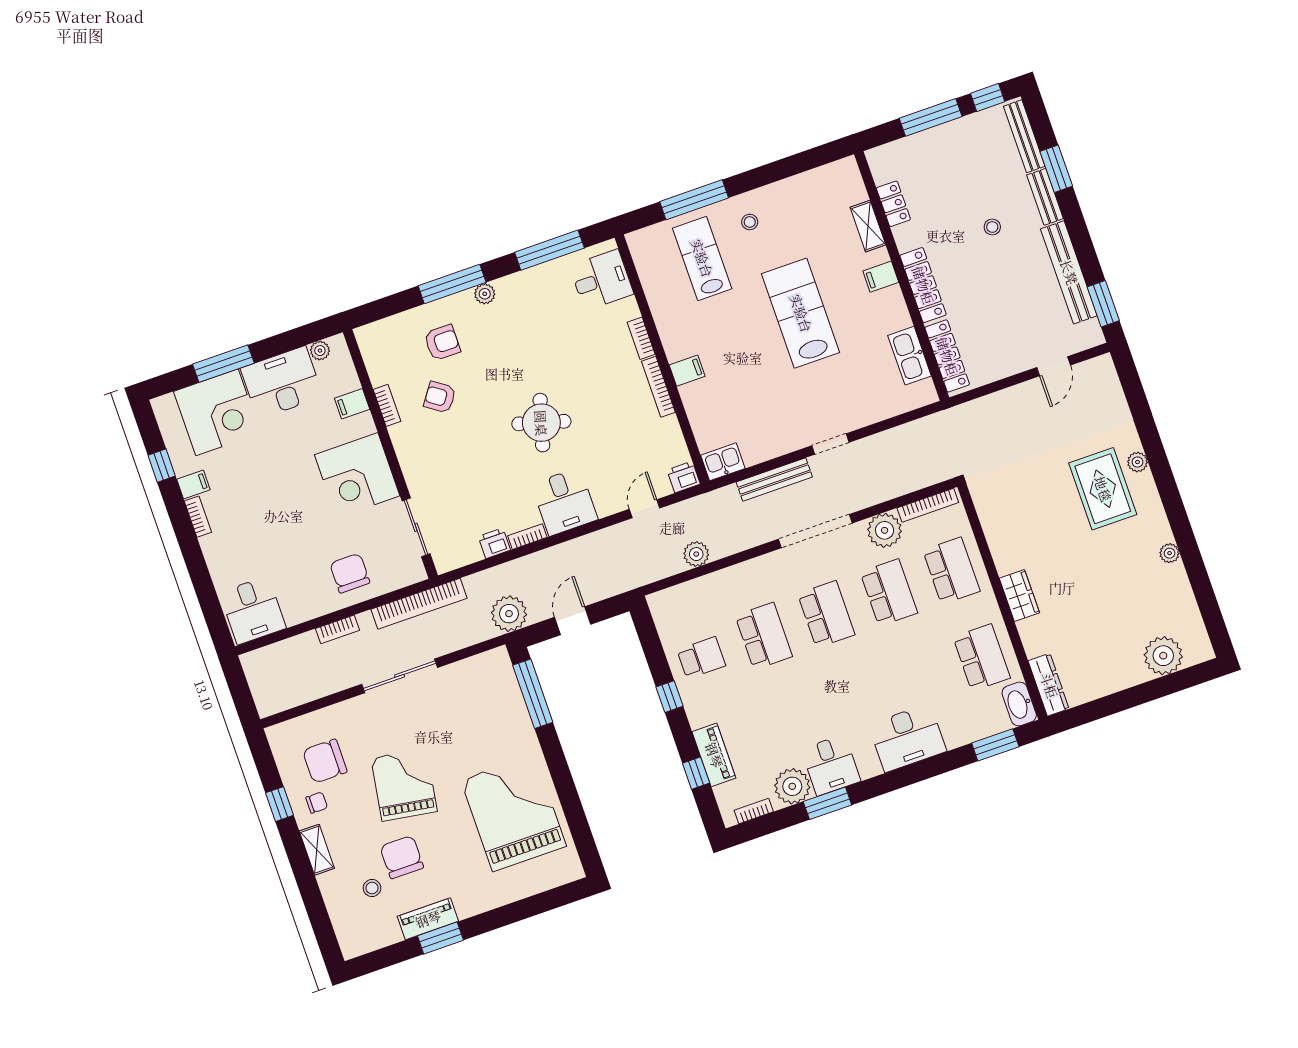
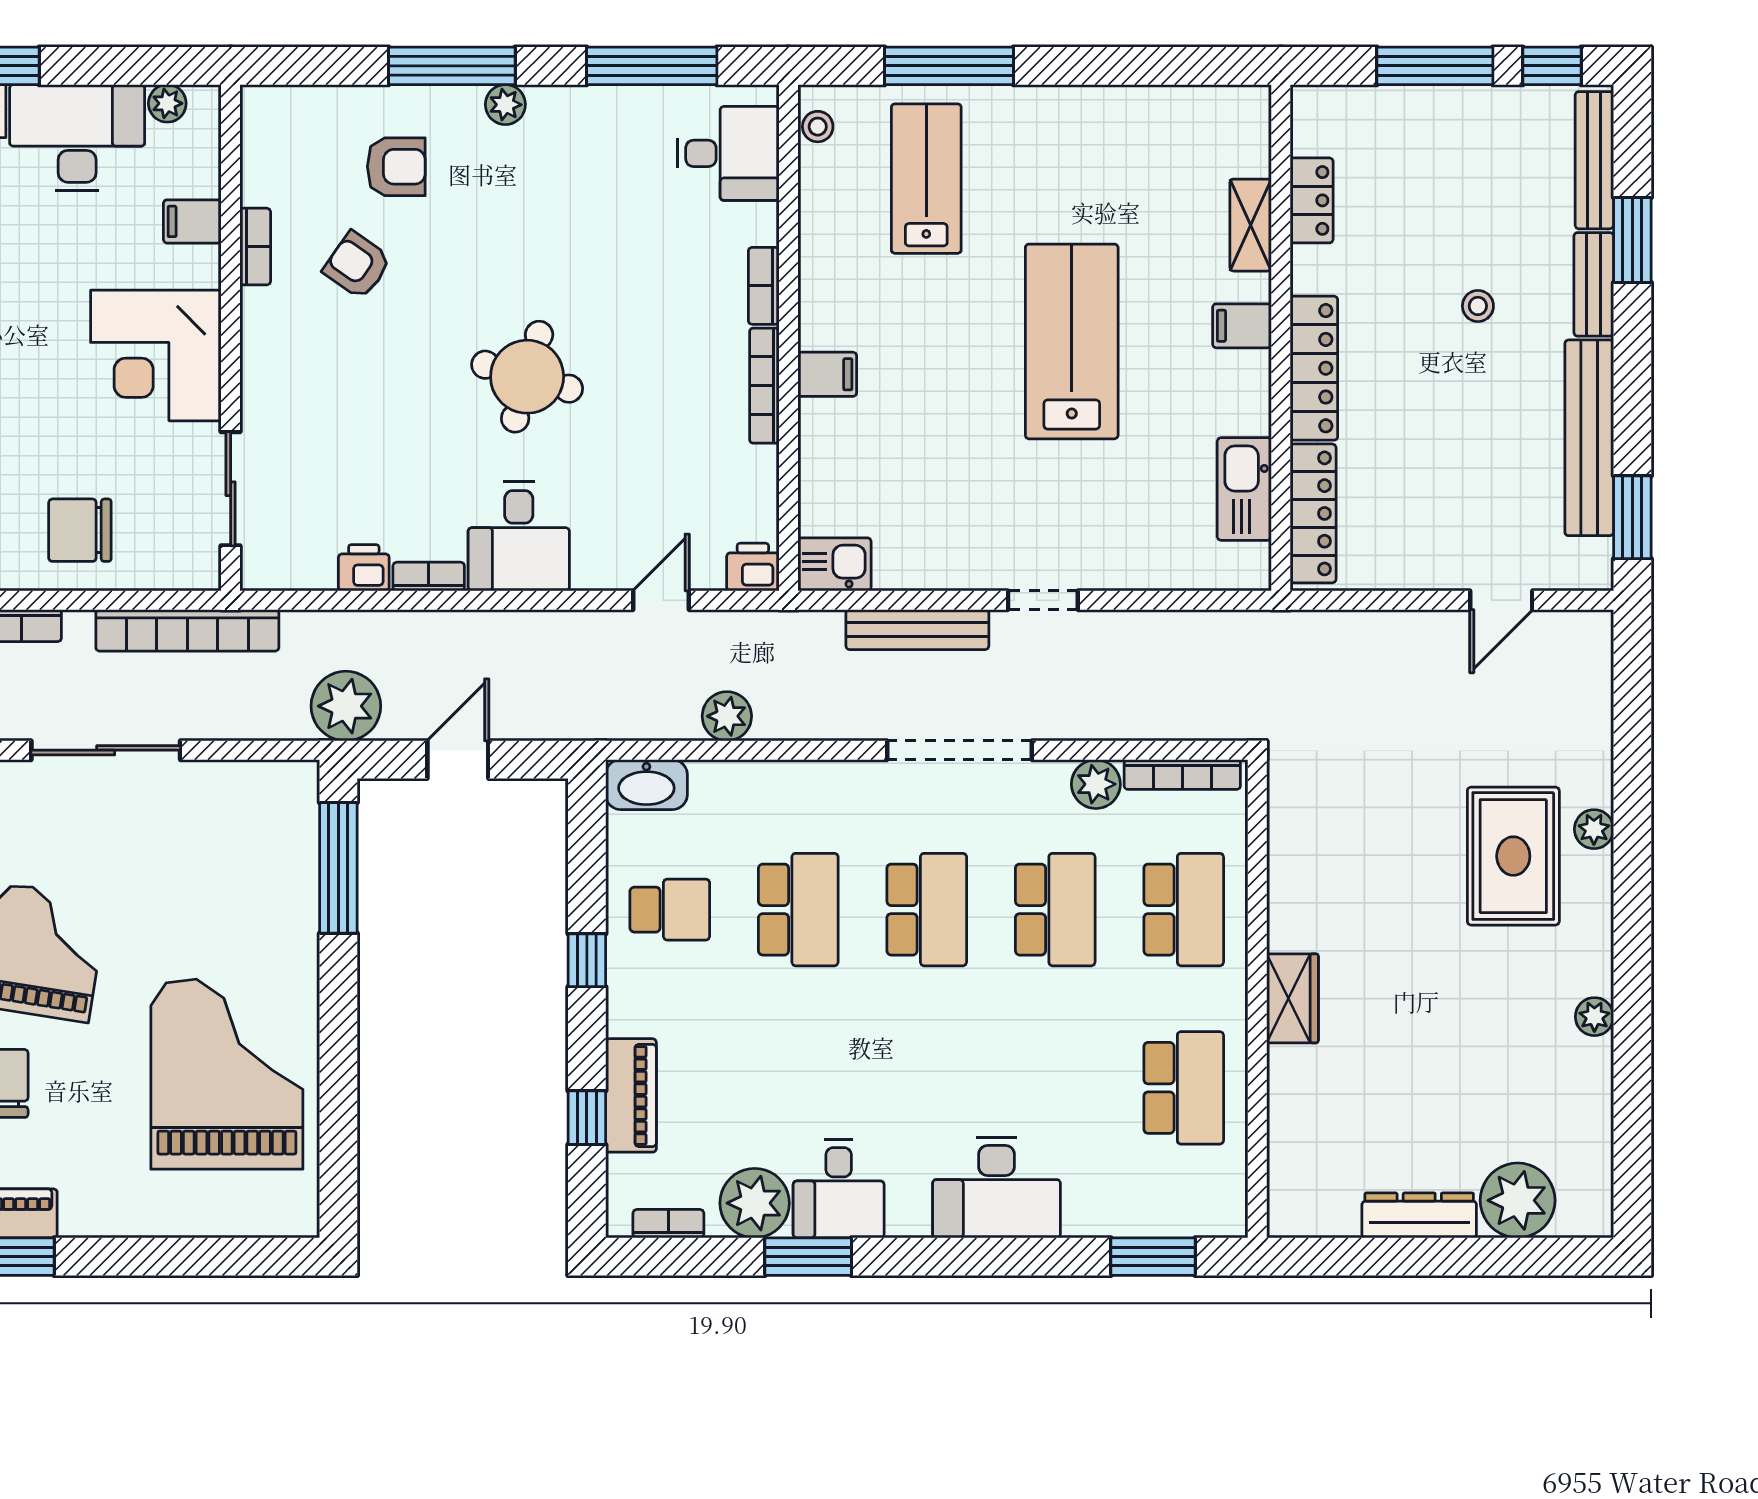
stool: (750, 222) -> (818, 127), moved
plant: (885, 530) -> (1096, 784), width x0.73, depth x0.73
chair: (350, 573) -> (80, 530), turned -90
dresser: (1049, 685) -> (1419, 1215), moved, turned -90
washbasin: (1019, 704) -> (646, 785), moved, turned -90

